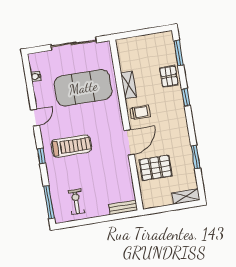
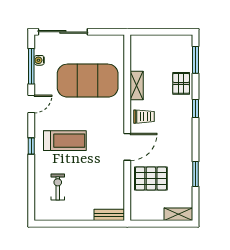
sliding door: (74, 44) -> (63, 32), moved
window: (49, 202) -> (31, 66), moved
exercise bike: (76, 202) -> (58, 187), moved

